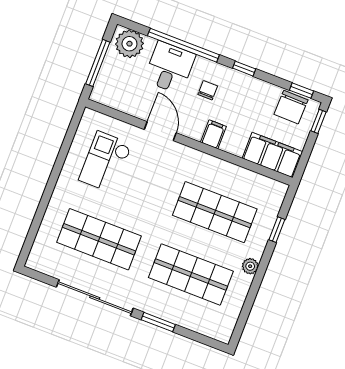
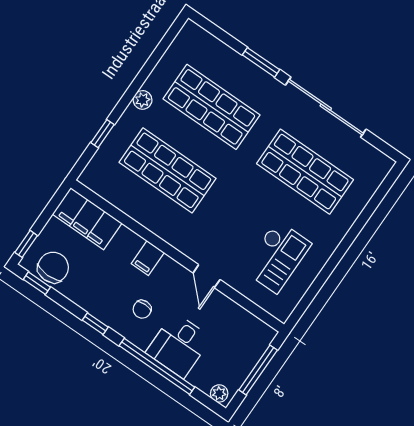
plant: (129, 44) -> (219, 393), width x0.53, depth x0.53
door: (160, 131) -> (207, 276), width x0.73

